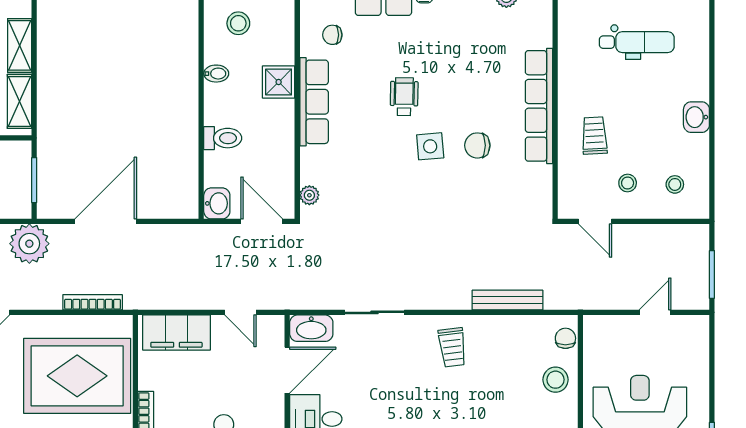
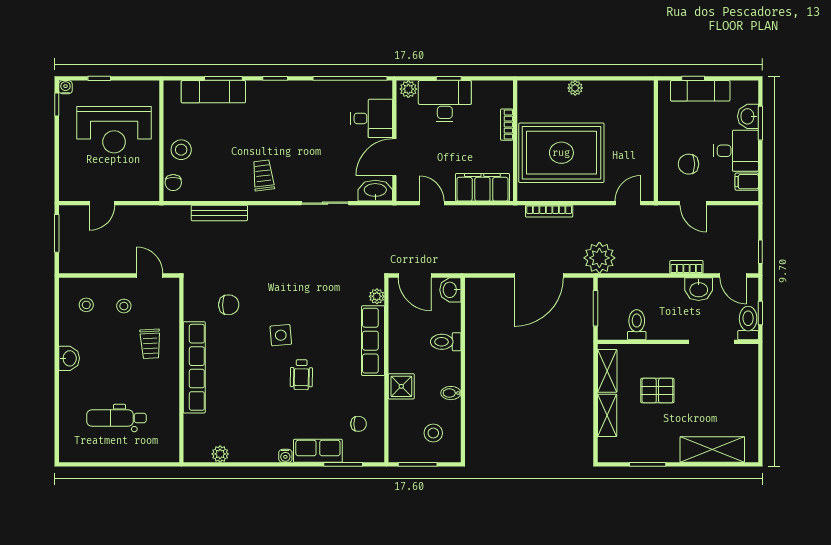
row of seats: (314, 102) -> (373, 341), moved
chair: (477, 145) -> (229, 305), moved

